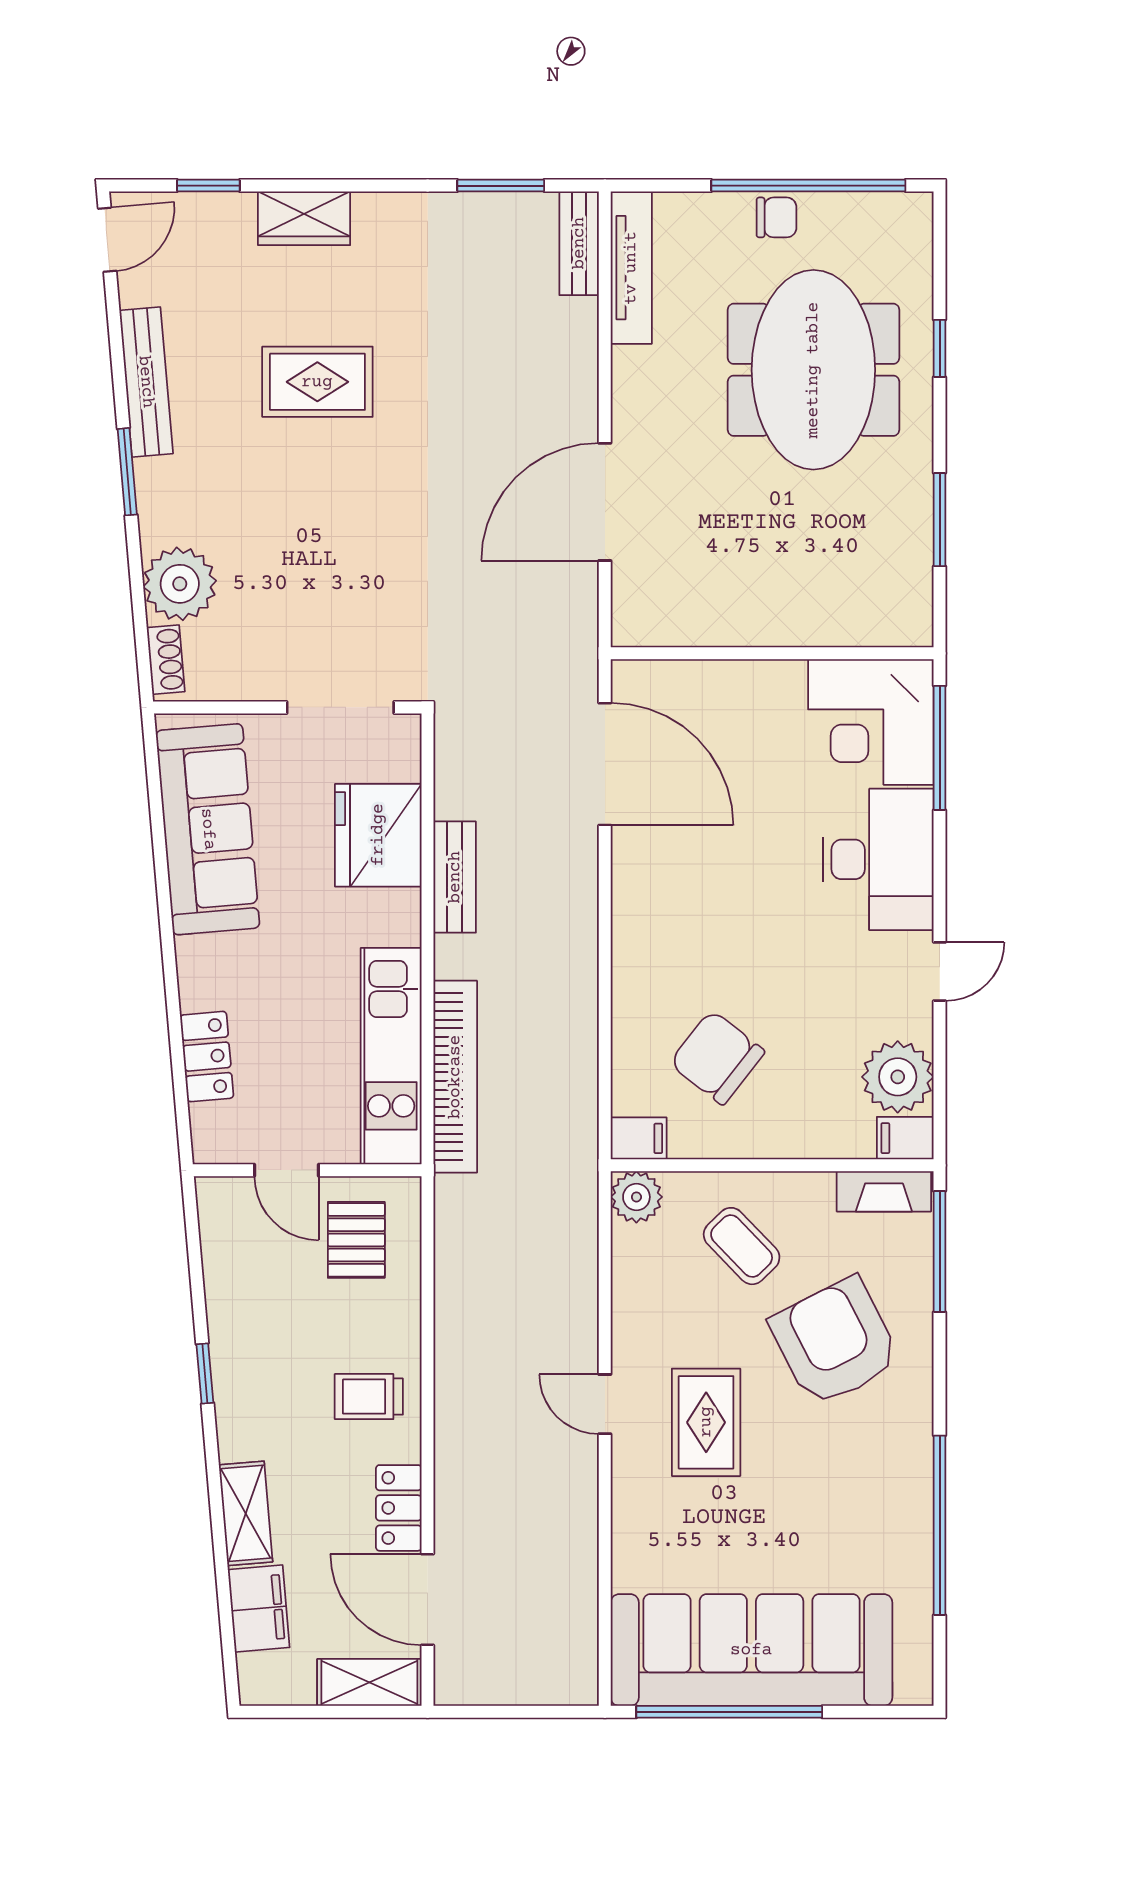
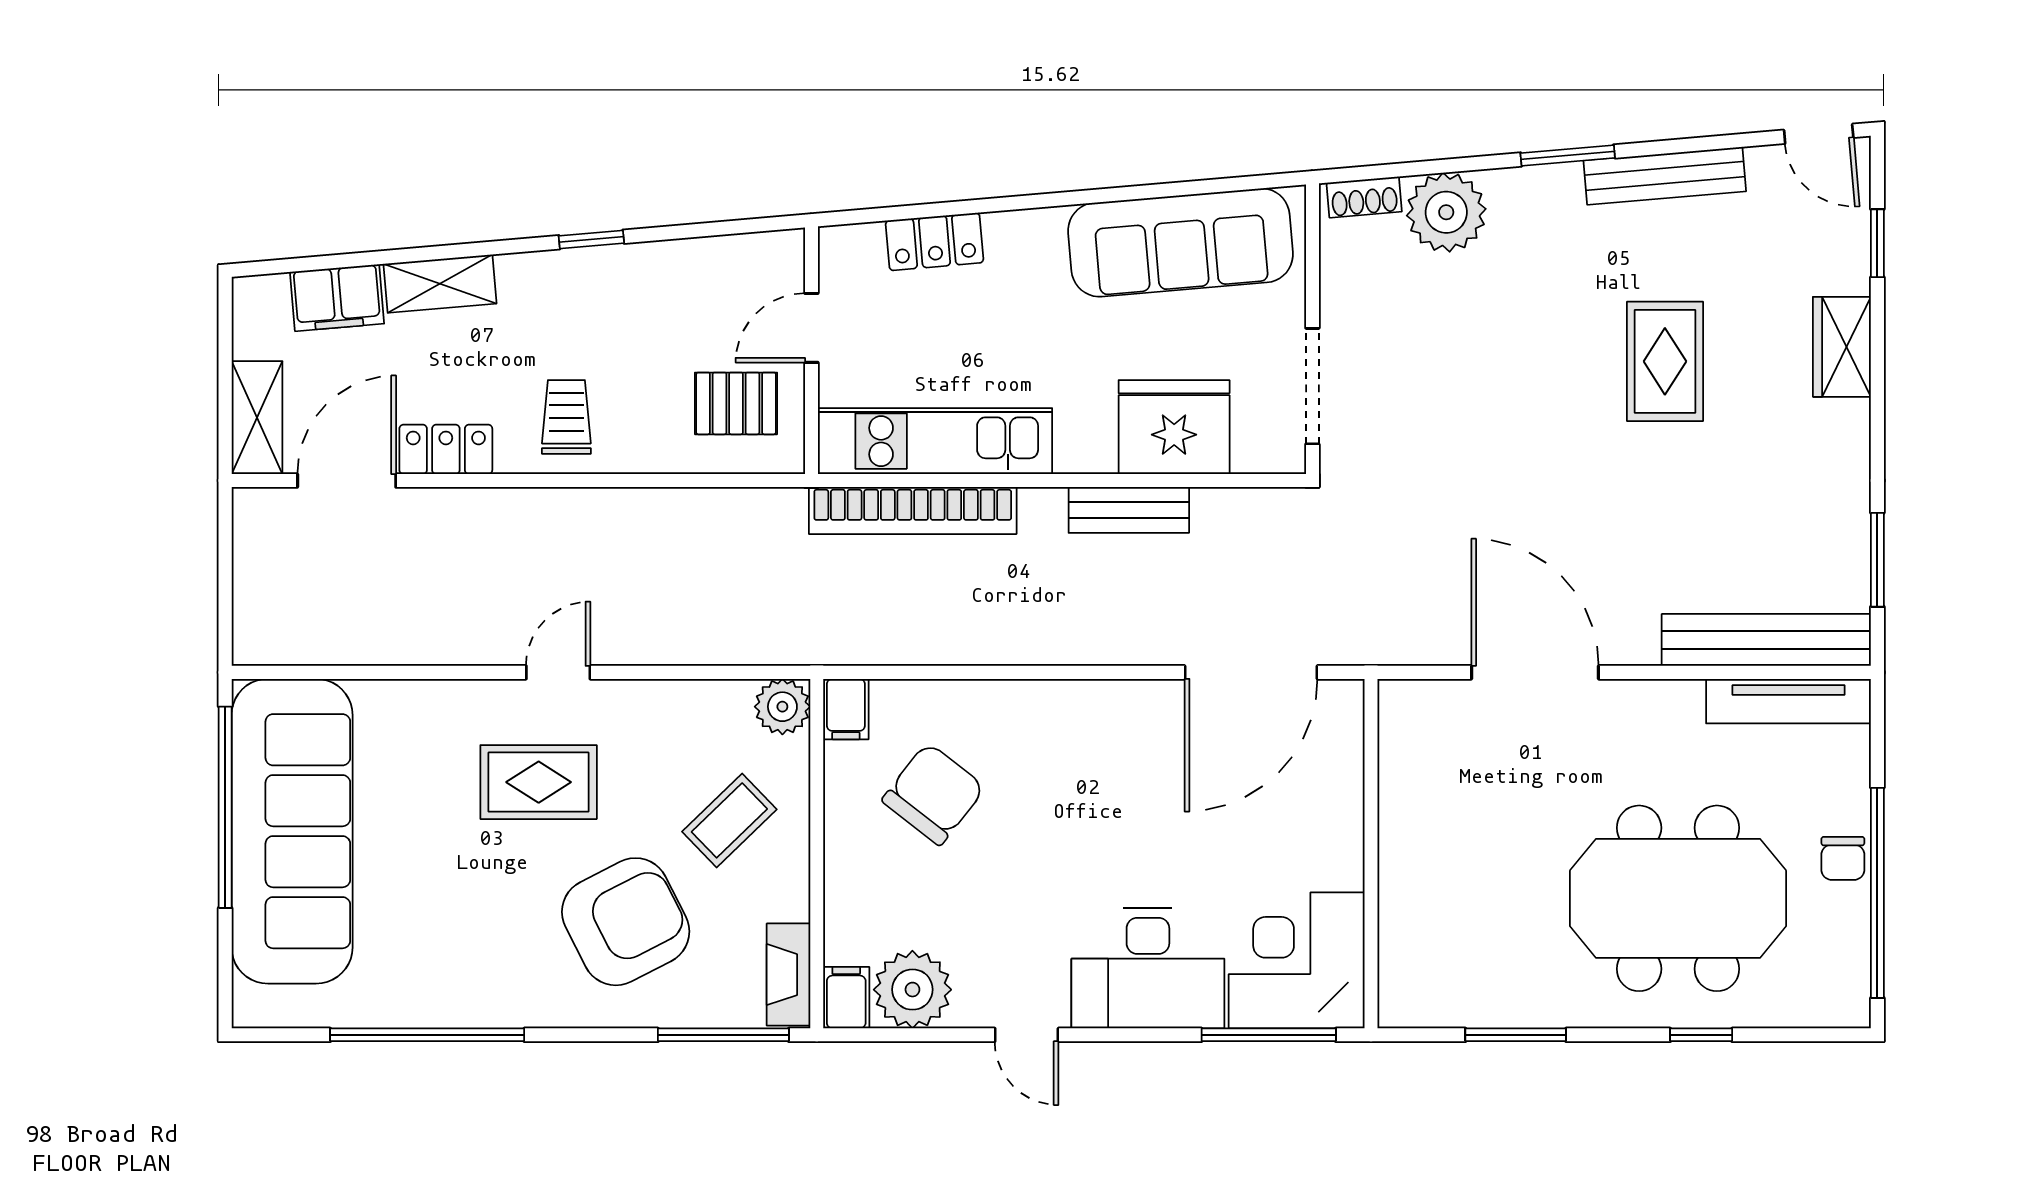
bench: (579, 243) -> (1766, 640), width x1.86, depth x1.21

